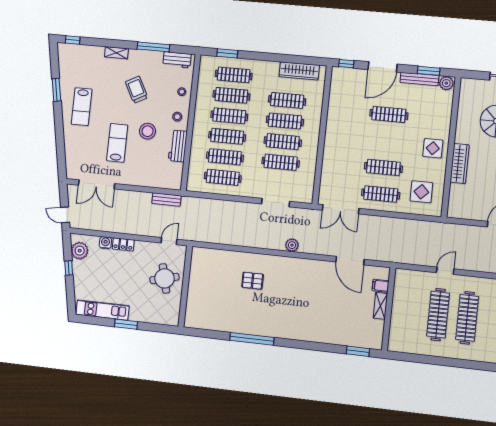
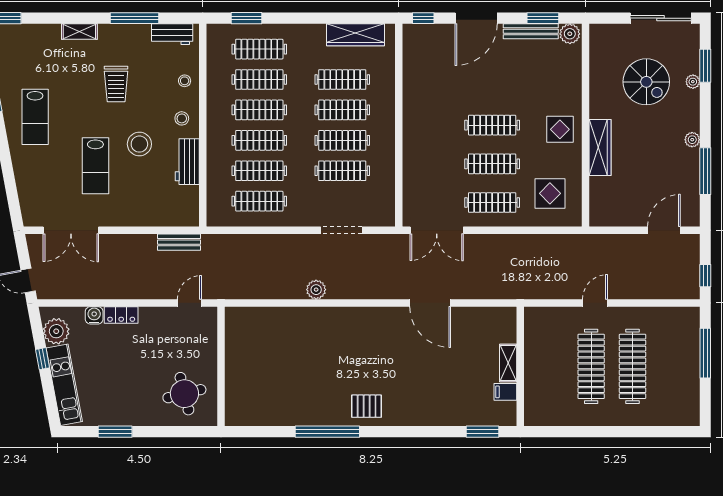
trolley: (137, 90) -> (116, 84), turned -152
clothes rail: (389, 114) -> (492, 125), moved
lab bench: (117, 143) -> (95, 166), turned 180
plant: (292, 245) -> (316, 290), moved
door: (350, 261) -> (430, 303), moved
round table: (164, 278) -> (184, 394), moved
pallet: (253, 281) -> (367, 406), moved
filing cabinet: (381, 286) -> (505, 392), moved
kitchen unit: (102, 310) -> (64, 385), moved, turned 79
window: (126, 324) -> (115, 432), moved

